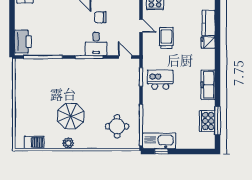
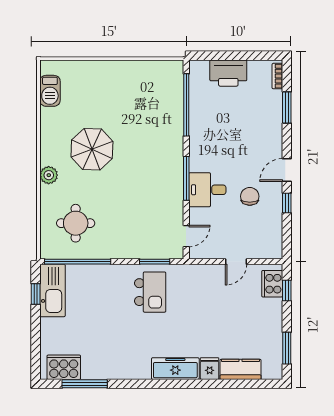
trolley: (166, 38) -> (217, 302), removed
printer: (23, 42) -> (228, 73), moved
freezer: (208, 85) -> (175, 369), moved
cooker: (207, 121) -> (64, 367), moved
plant: (68, 143) -> (49, 175), moved

